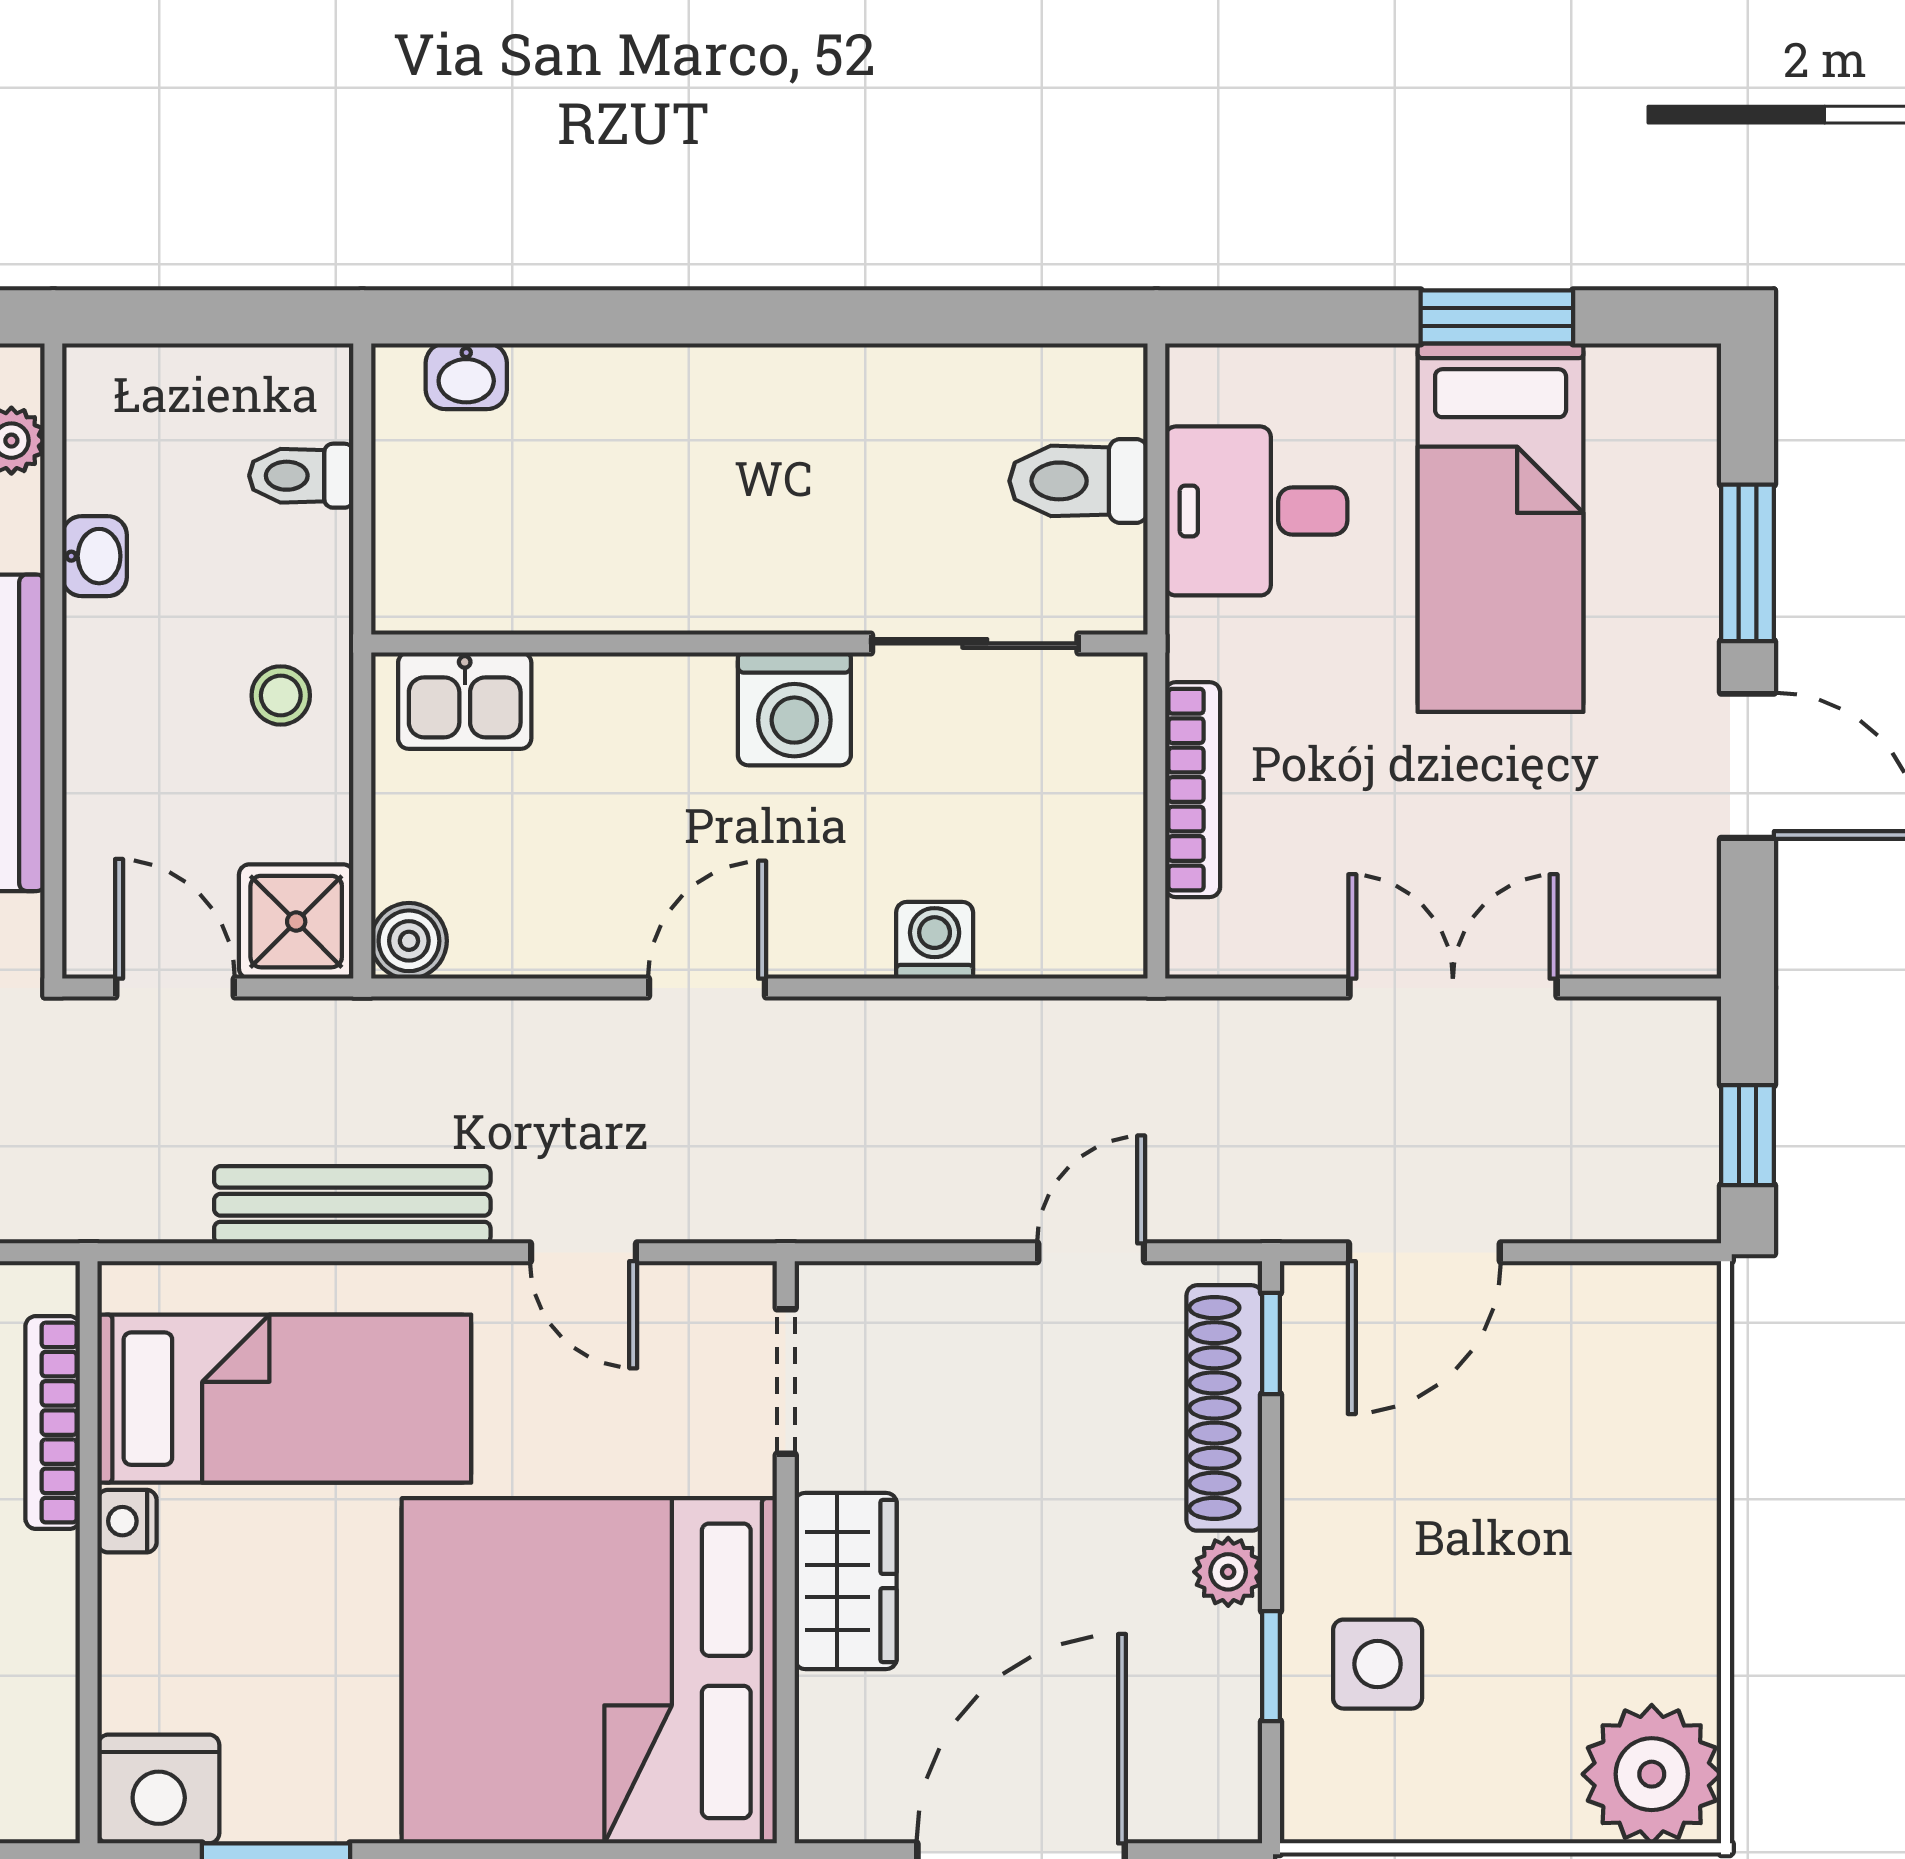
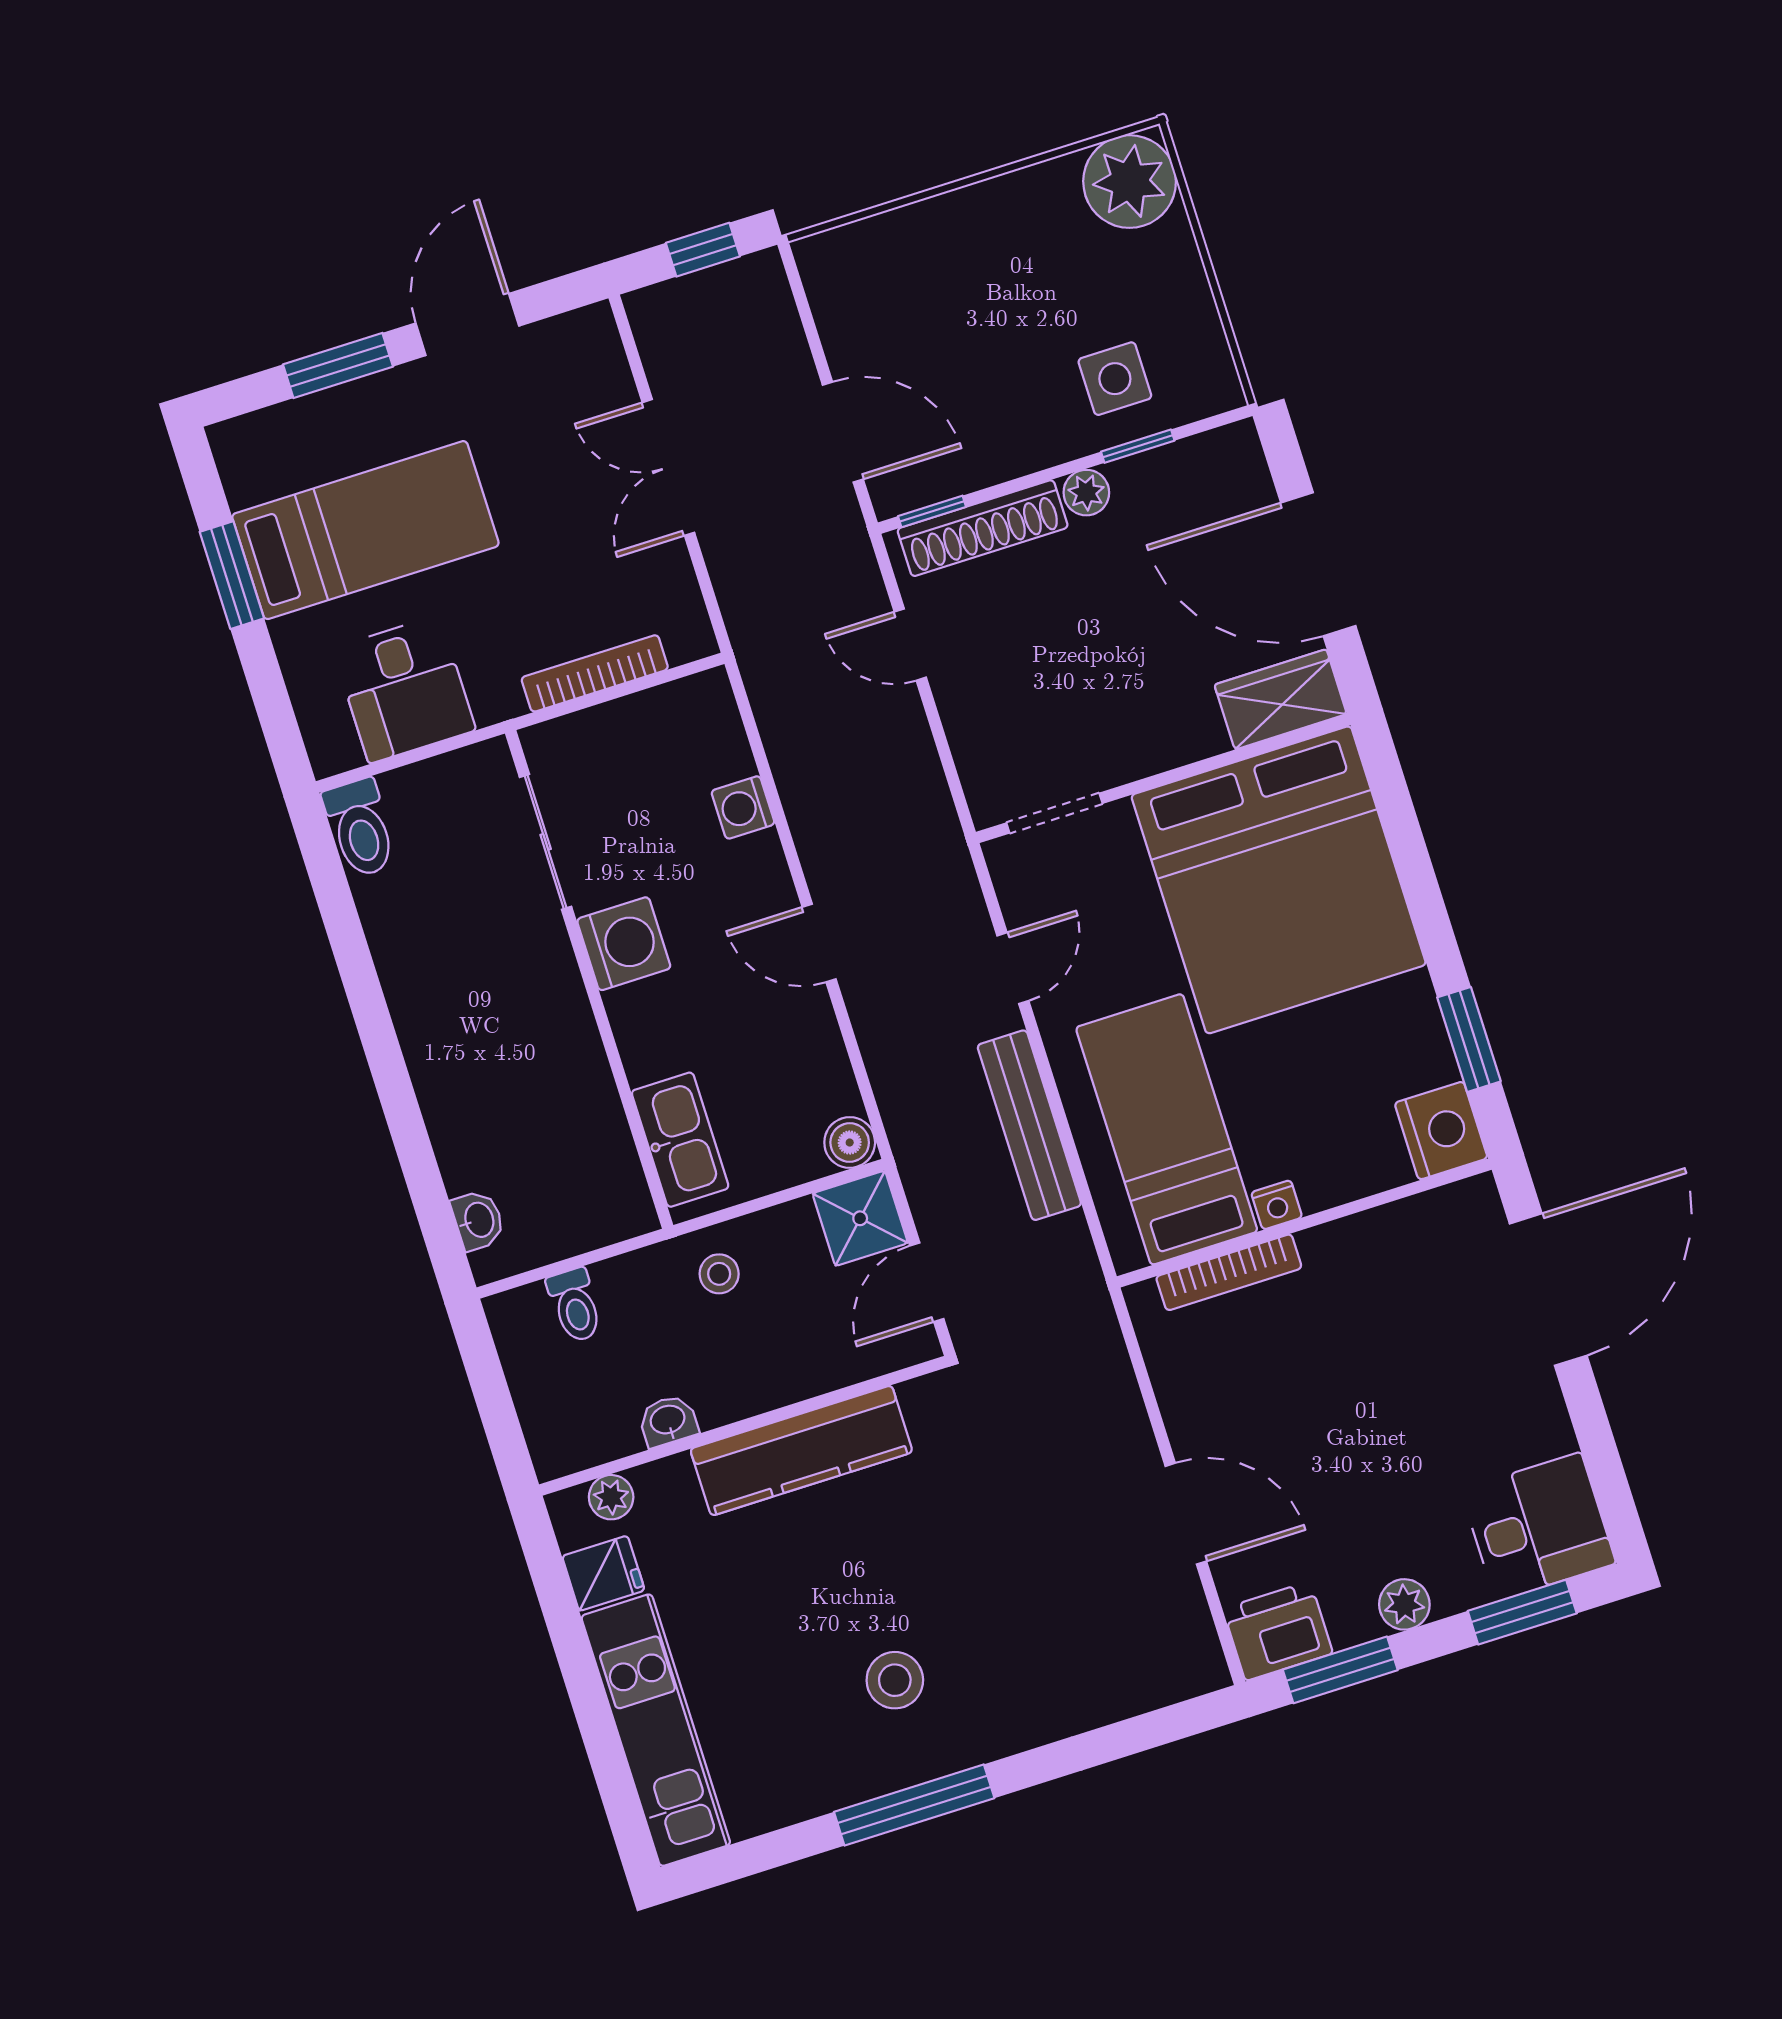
toilet: (1078, 481) -> (360, 828), moved
kitchen sink: (465, 701) -> (680, 1140), width x1.38
wardrobe: (846, 1581) -> (1281, 699), moved

